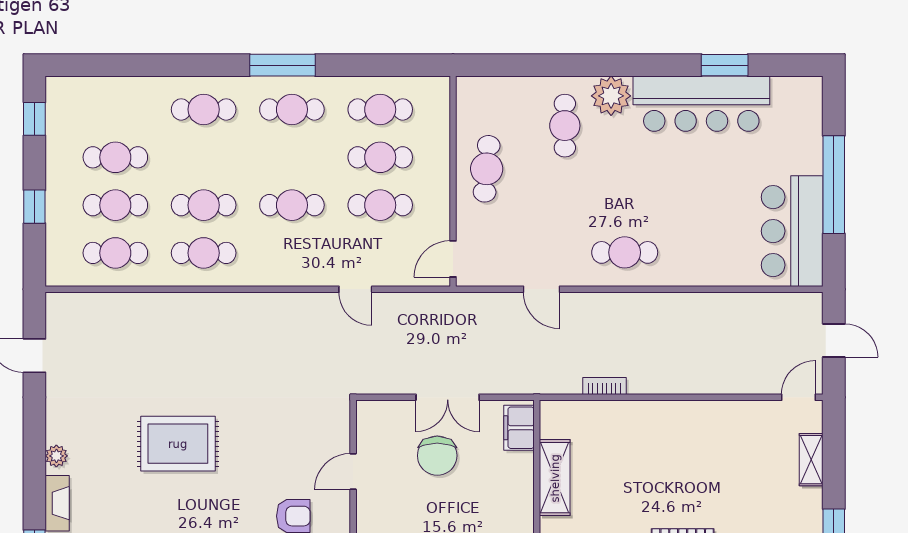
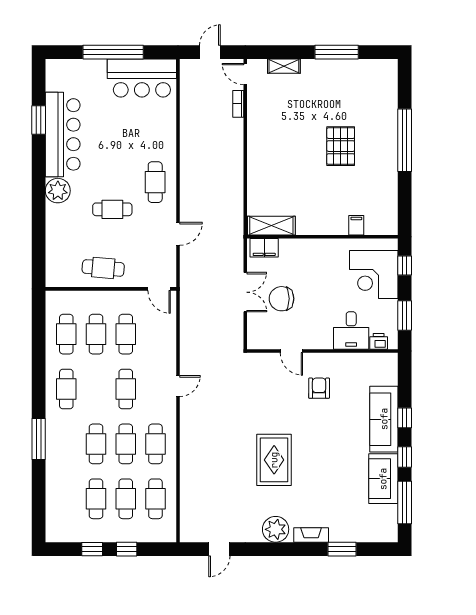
window: (282, 65) -> (39, 439), moved
cafe table: (204, 109) -> (96, 444), moved
window: (34, 119) -> (92, 549), moved
cafe table: (565, 126) -> (112, 209), moved
door: (355, 289) -> (178, 386), moved
bookcase: (604, 386) -> (238, 104), moved
plant: (56, 456) -> (276, 529), width x1.87, depth x1.87
chair: (437, 456) -> (282, 299), turned 180
shelving: (555, 478) -> (271, 226), moved

